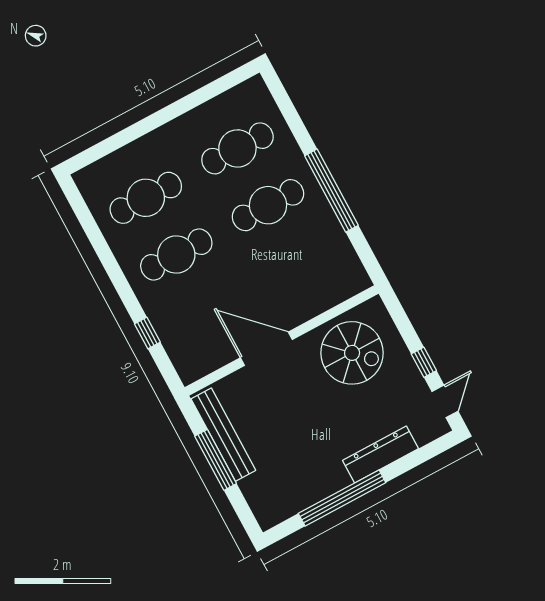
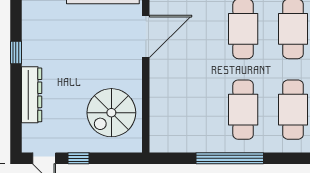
door: (266, 349) -> (146, 36), moved
window: (342, 498) -> (16, 53), width x0.32

